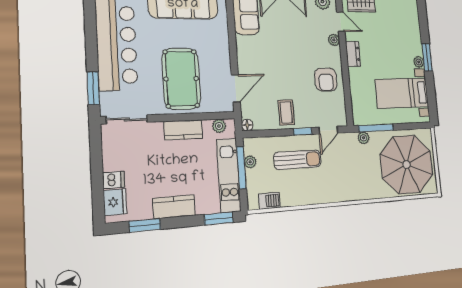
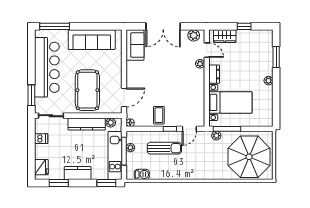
window: (427, 57) -> (276, 57), moved
armchair: (326, 80) -> (191, 93), removed
bed with nightstands: (402, 93) -> (230, 102), moved, turned 180
kitchen counter: (183, 130) -> (87, 124), width x1.50
dishwasher: (114, 180) -> (41, 139), moved

